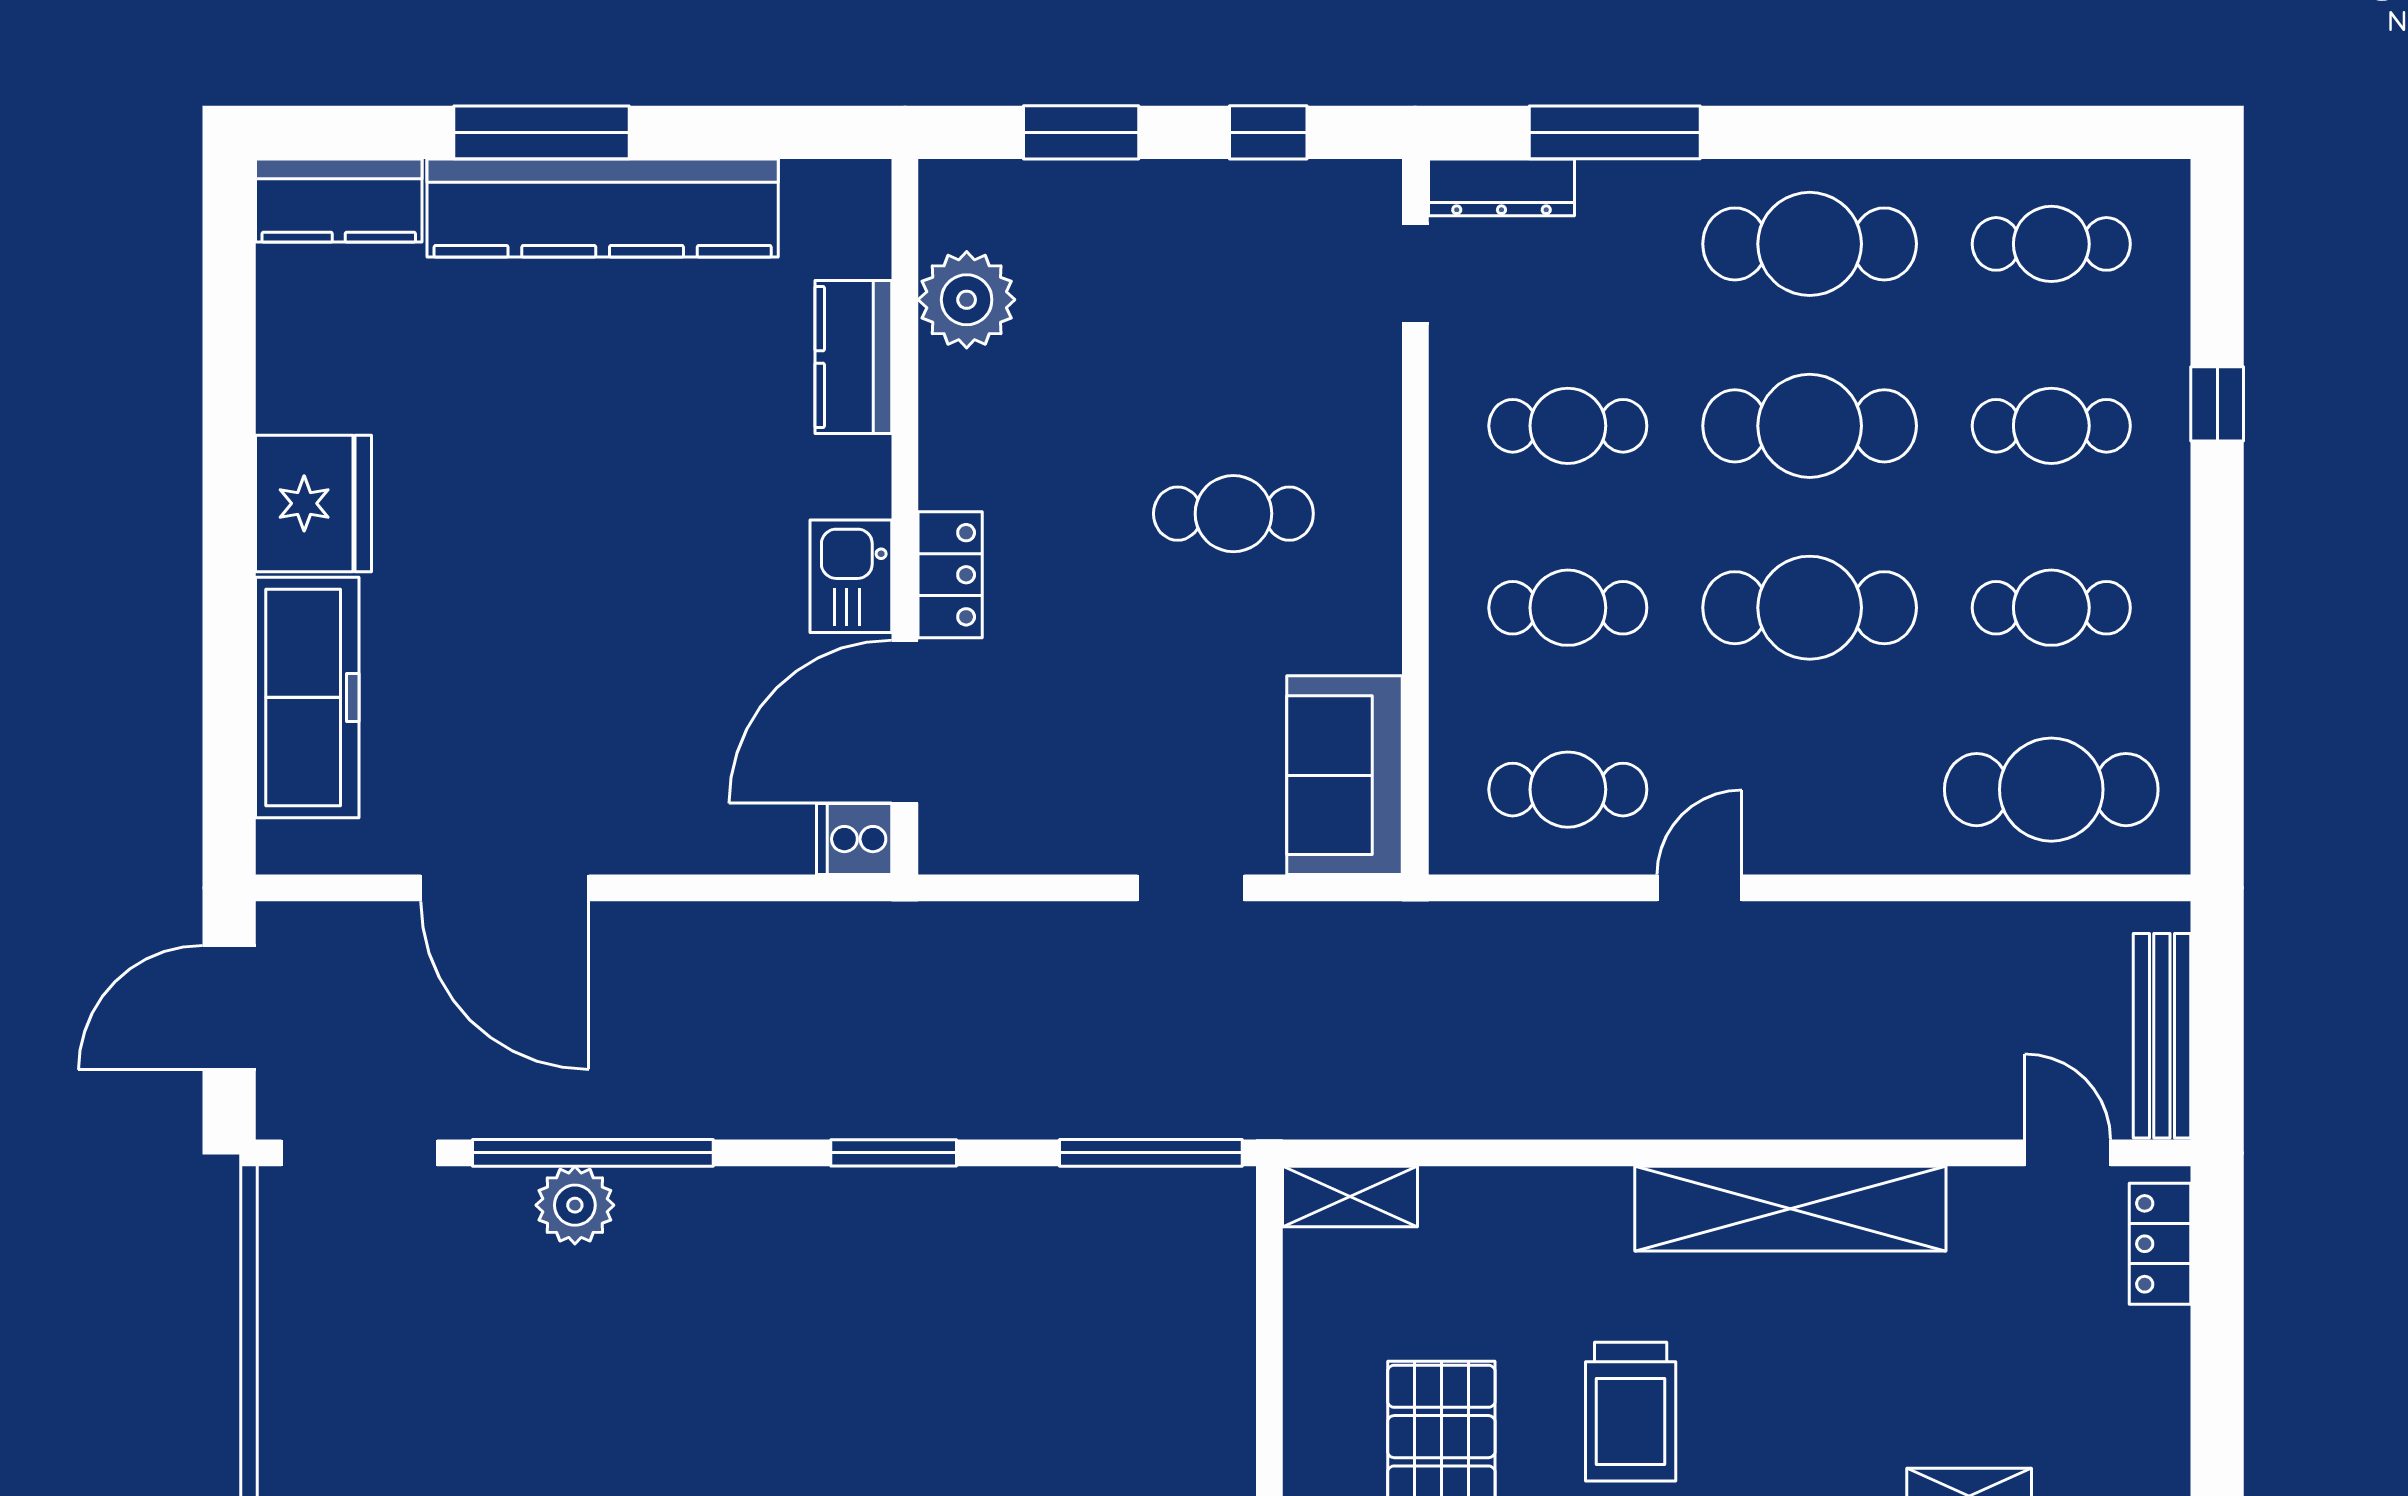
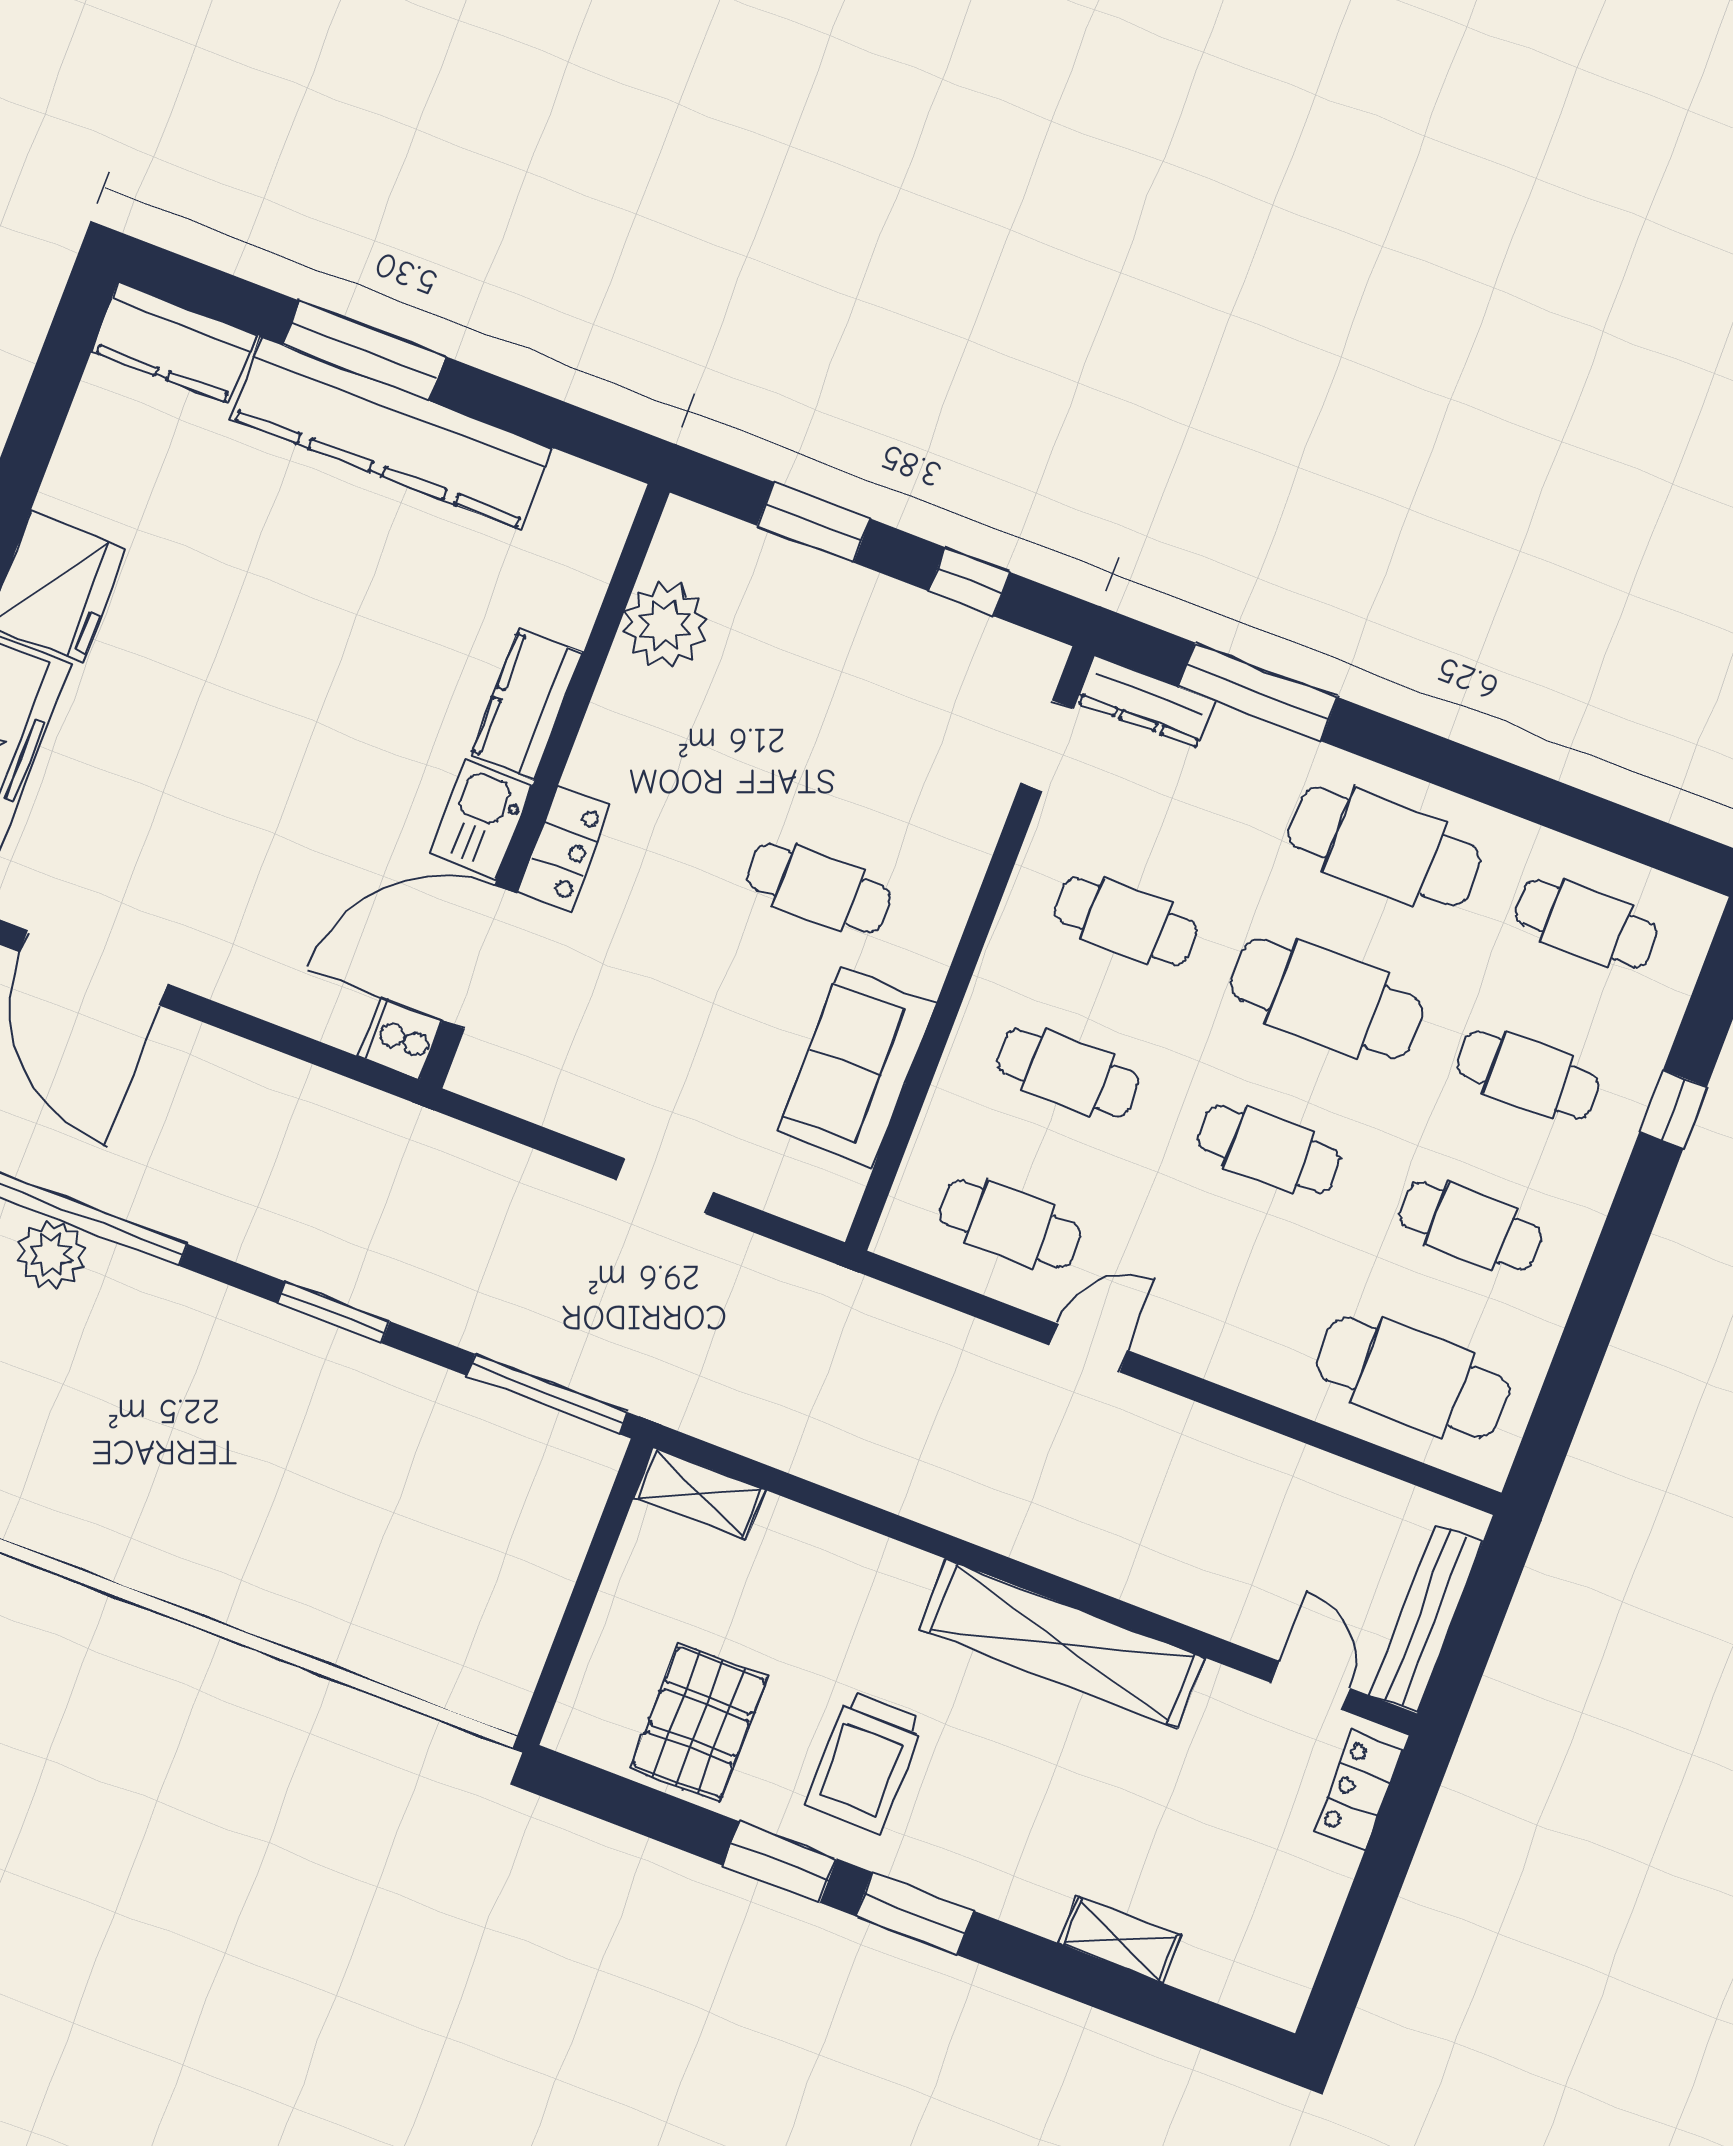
kitchen counter: (853, 357) -> (527, 704), moved
cafe table: (1810, 608) -> (1269, 1150), width x0.73, depth x0.74
sofa: (1344, 775) -> (857, 1067), moved

